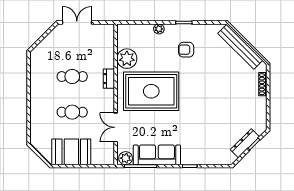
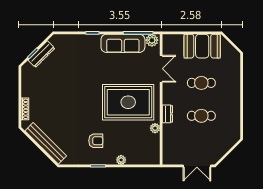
plant: (127, 59) -> (155, 128), width x0.53, depth x0.53

